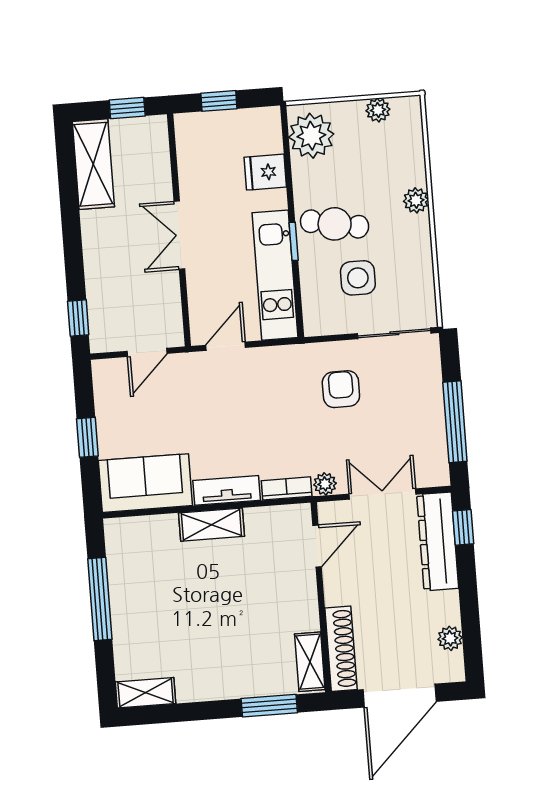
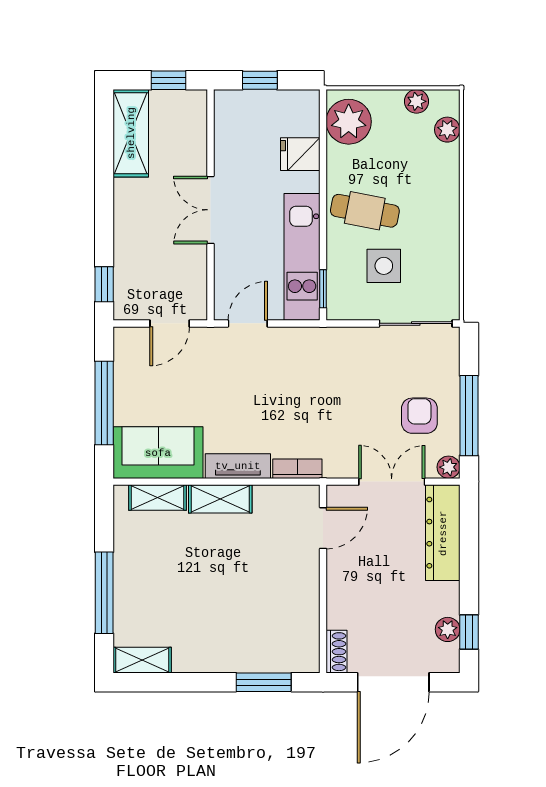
plant: (416, 200) -> (447, 130), moved
window: (294, 241) -> (323, 289), moved
armchair: (341, 389) -> (419, 416), moved
window: (87, 437) -> (104, 403), width x2.17
plant: (325, 484) -> (449, 467), moved
window: (463, 527) -> (469, 632), moved
window: (100, 599) -> (104, 593), moved
shoe rack: (341, 649) -> (336, 652), width x0.51, depth x0.81
shelving: (310, 662) -> (158, 498), moved, turned 90

